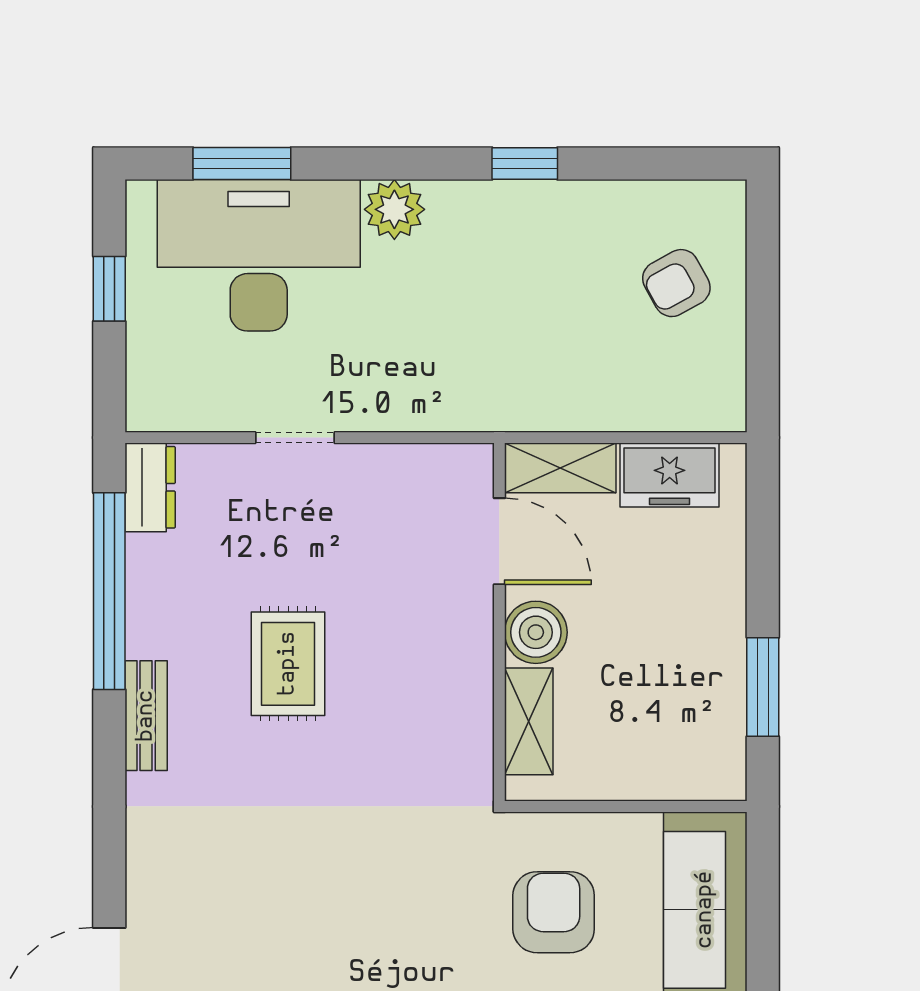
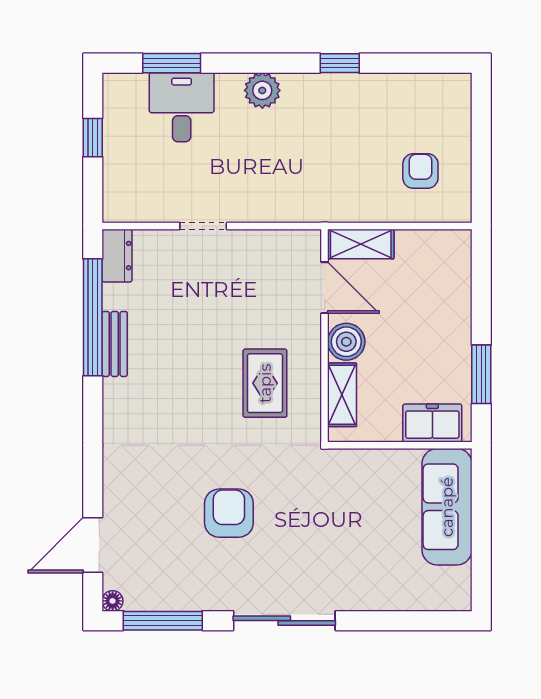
desk: (259, 255) -> (182, 107), width x0.53, depth x0.77
armchair: (676, 283) -> (420, 171), moved, turned 119
freezer: (670, 475) -> (432, 423), moved, turned 180
rug: (288, 664) -> (265, 383), moved
bench: (146, 716) -> (115, 344), moved
armchair: (554, 912) -> (229, 513), moved

